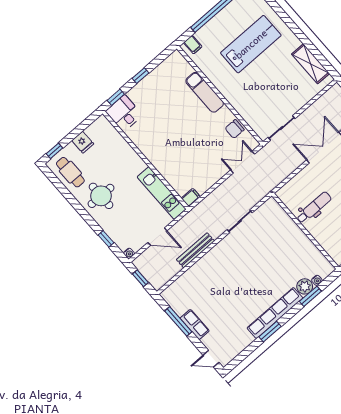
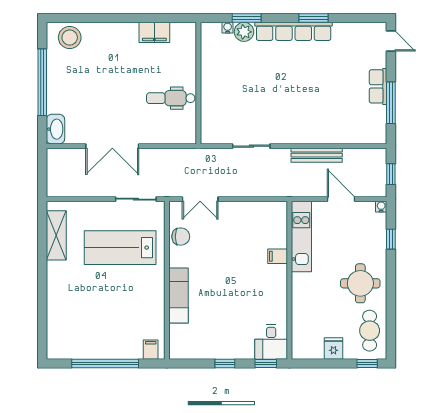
lab bench: (251, 44) -> (120, 248), moved
filing cabinet: (191, 197) -> (278, 256), moved

